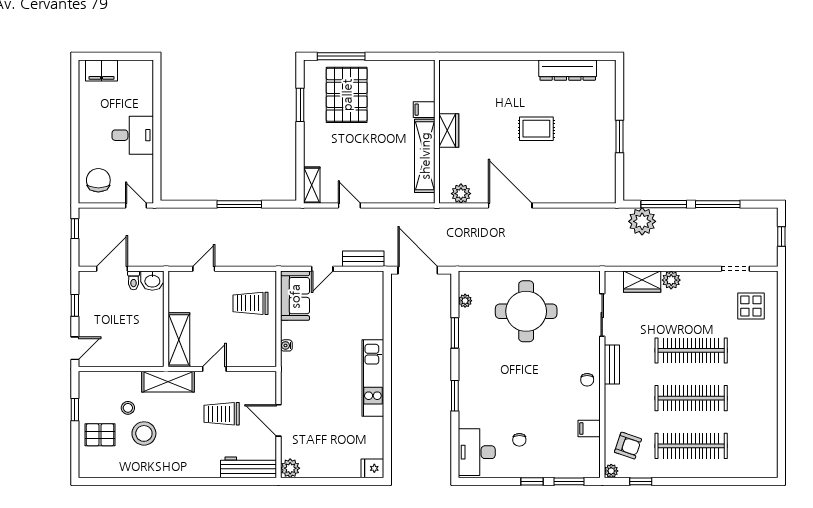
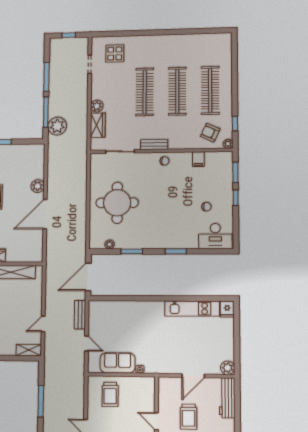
plant: (461, 194) -> (38, 186), moved
sofa: (295, 296) -> (117, 363), moved
kitchen unit: (373, 378) -> (192, 309), moved
armchair: (628, 446) -> (210, 133), turned -84

